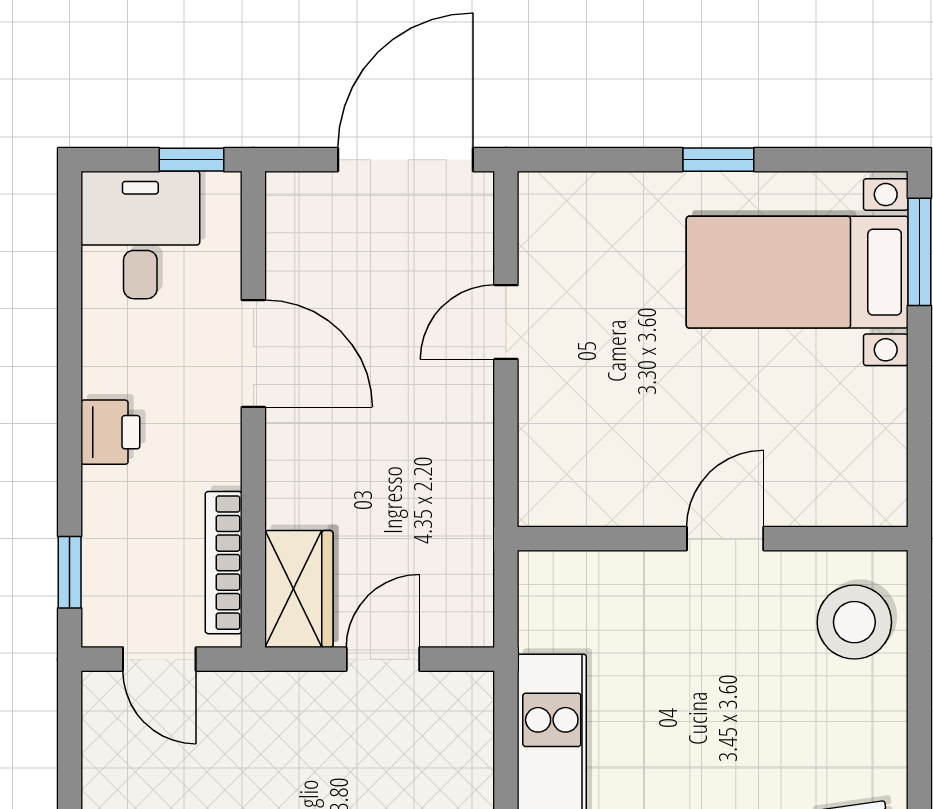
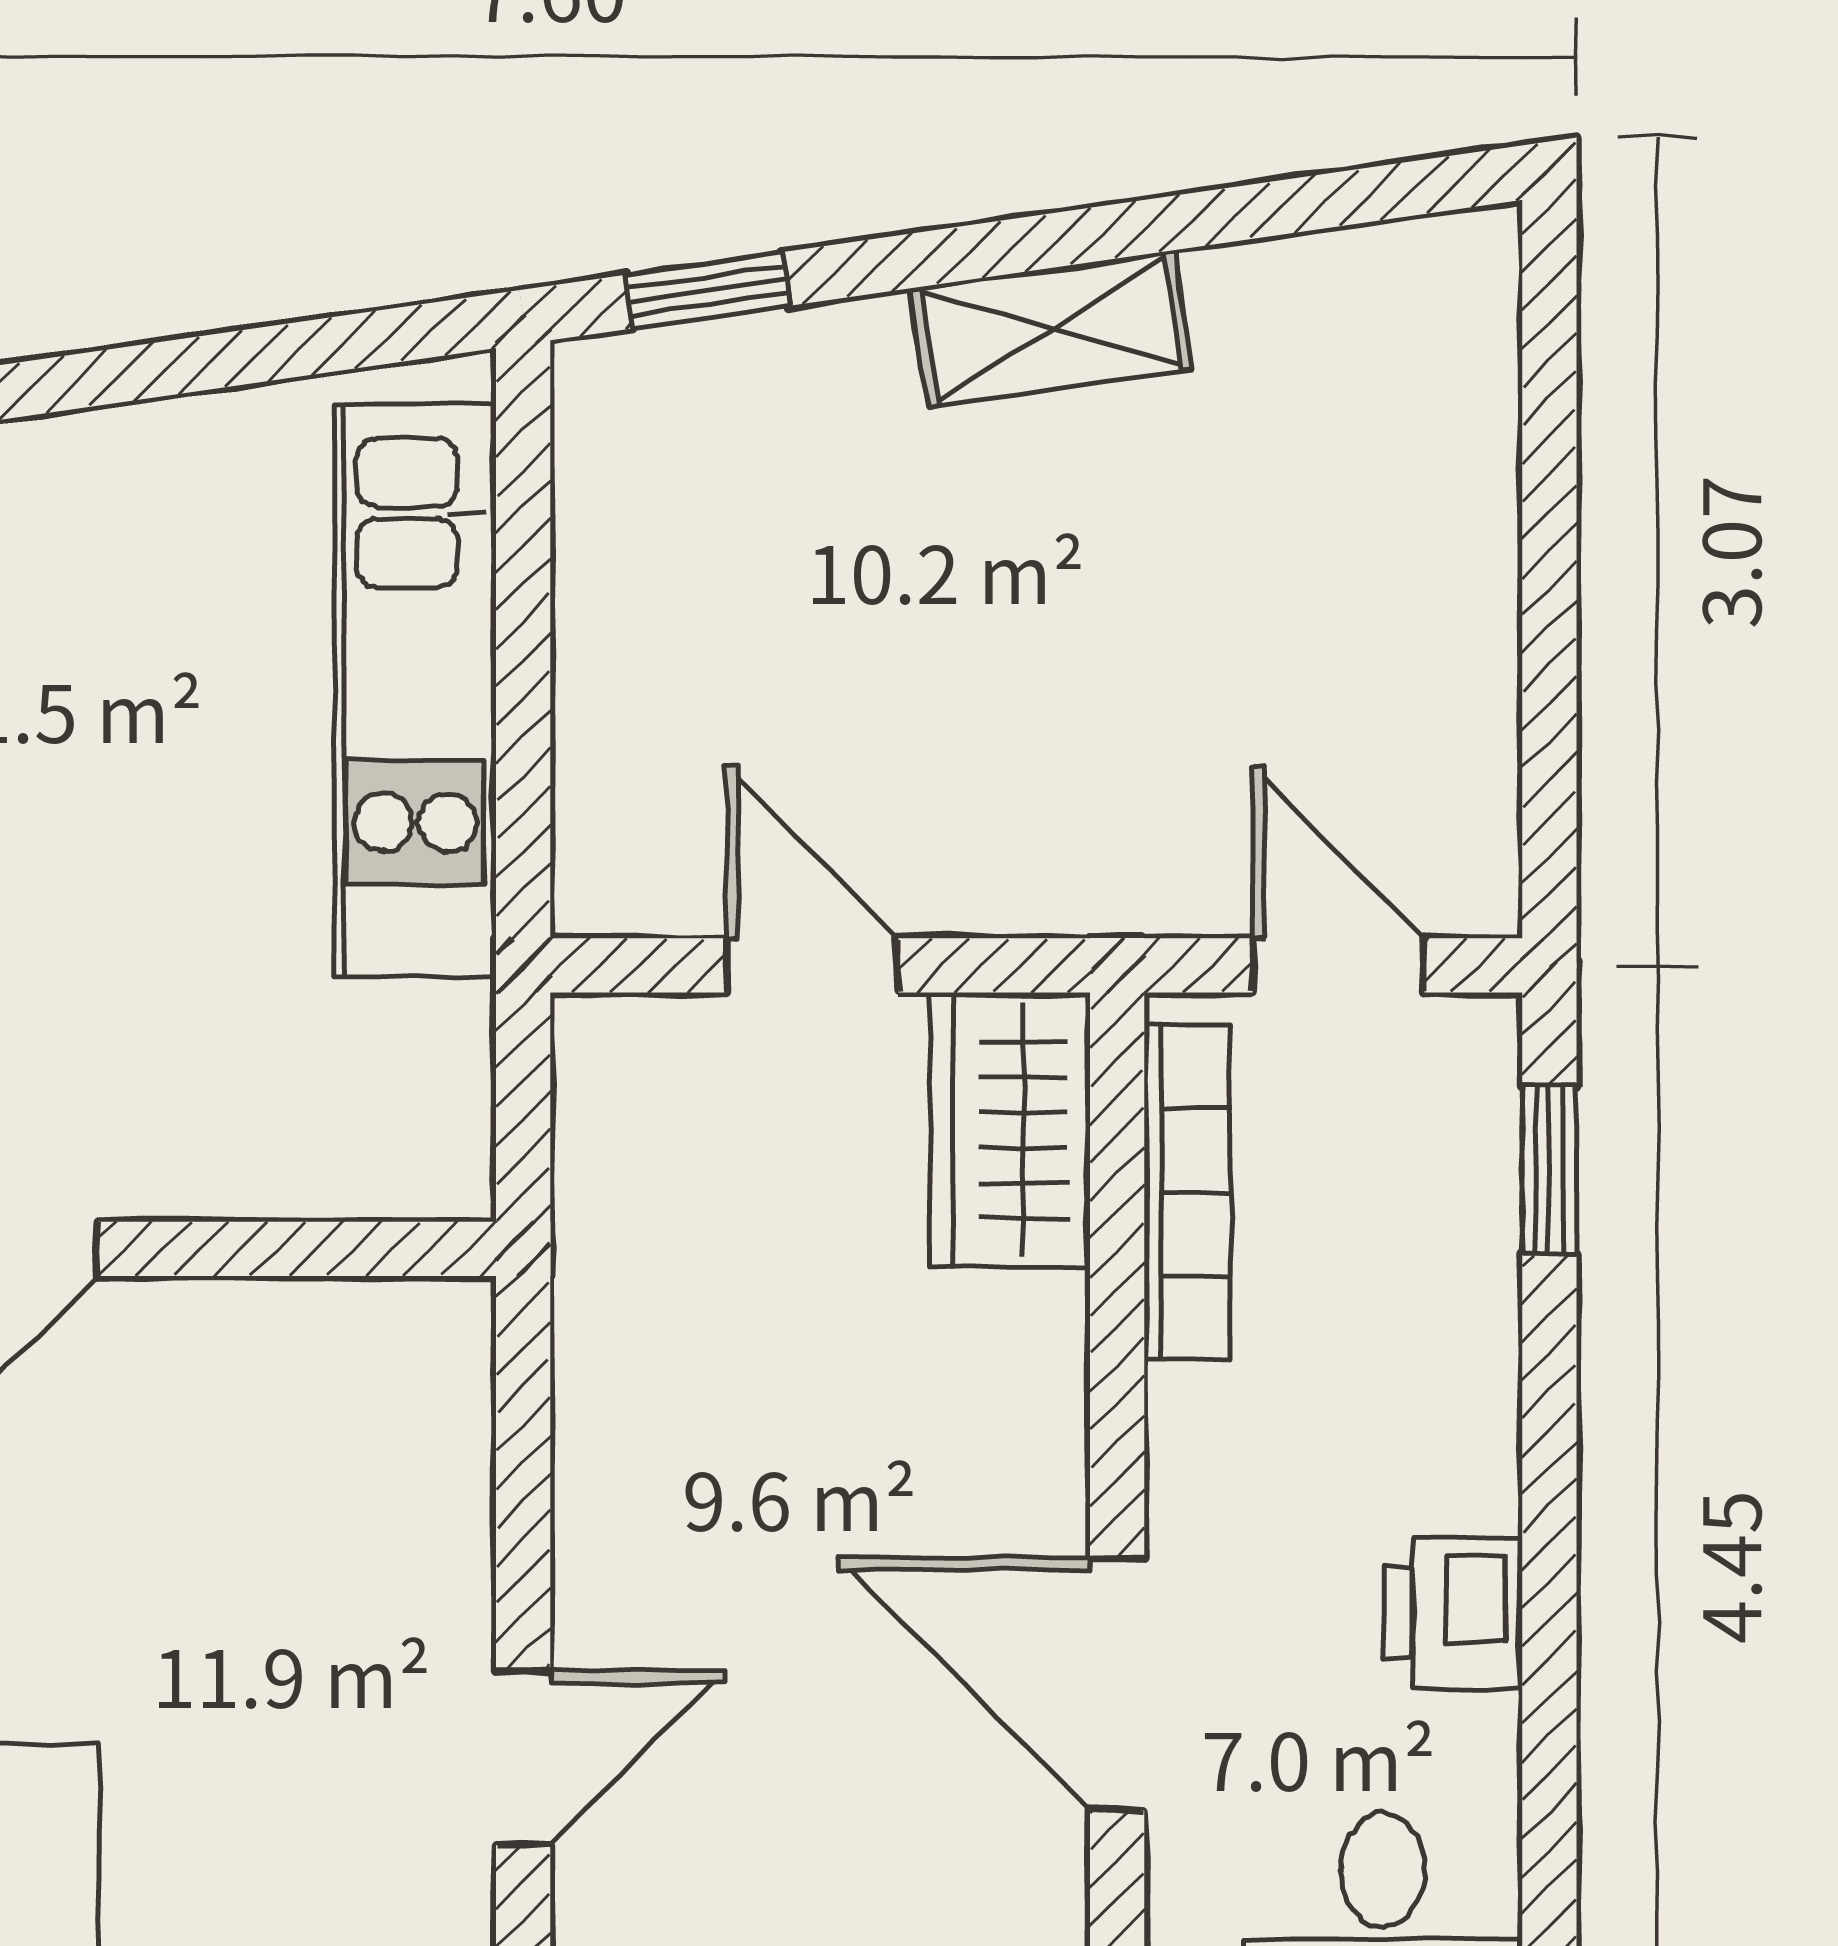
printer: (110, 432) -> (1453, 1613), moved
door: (383, 659) -> (812, 965), swing flipped

